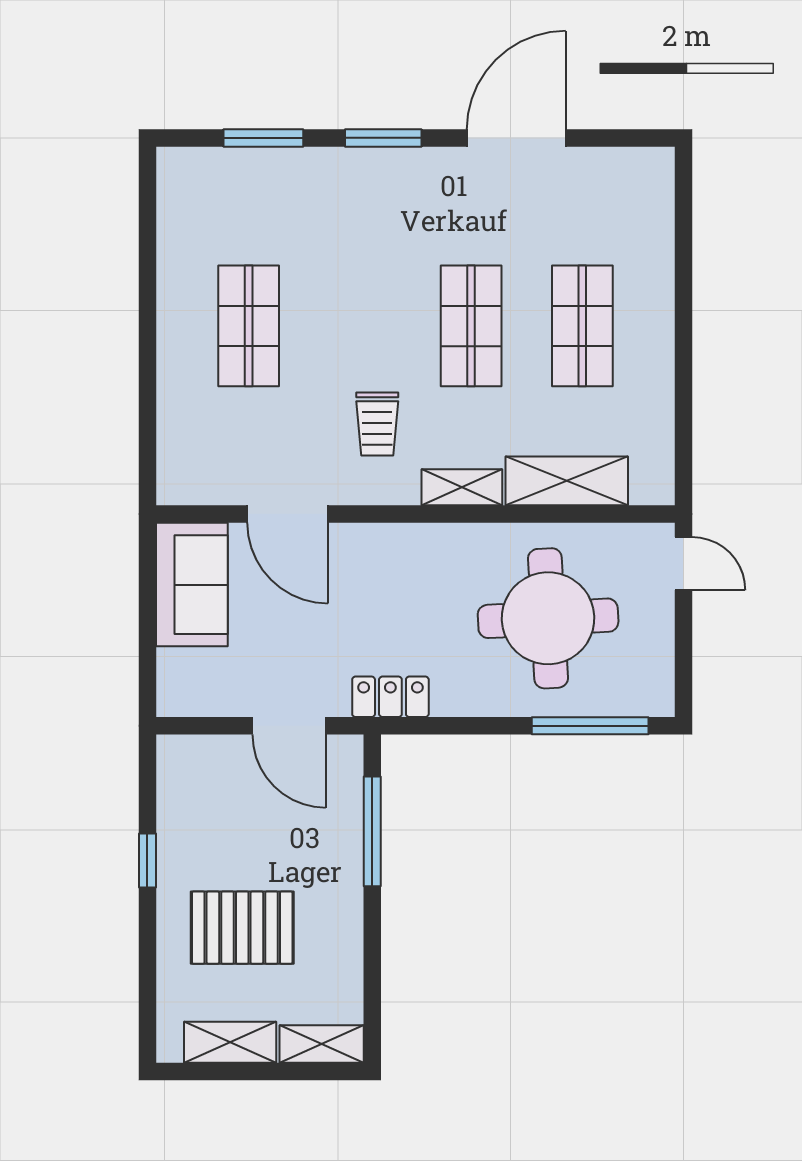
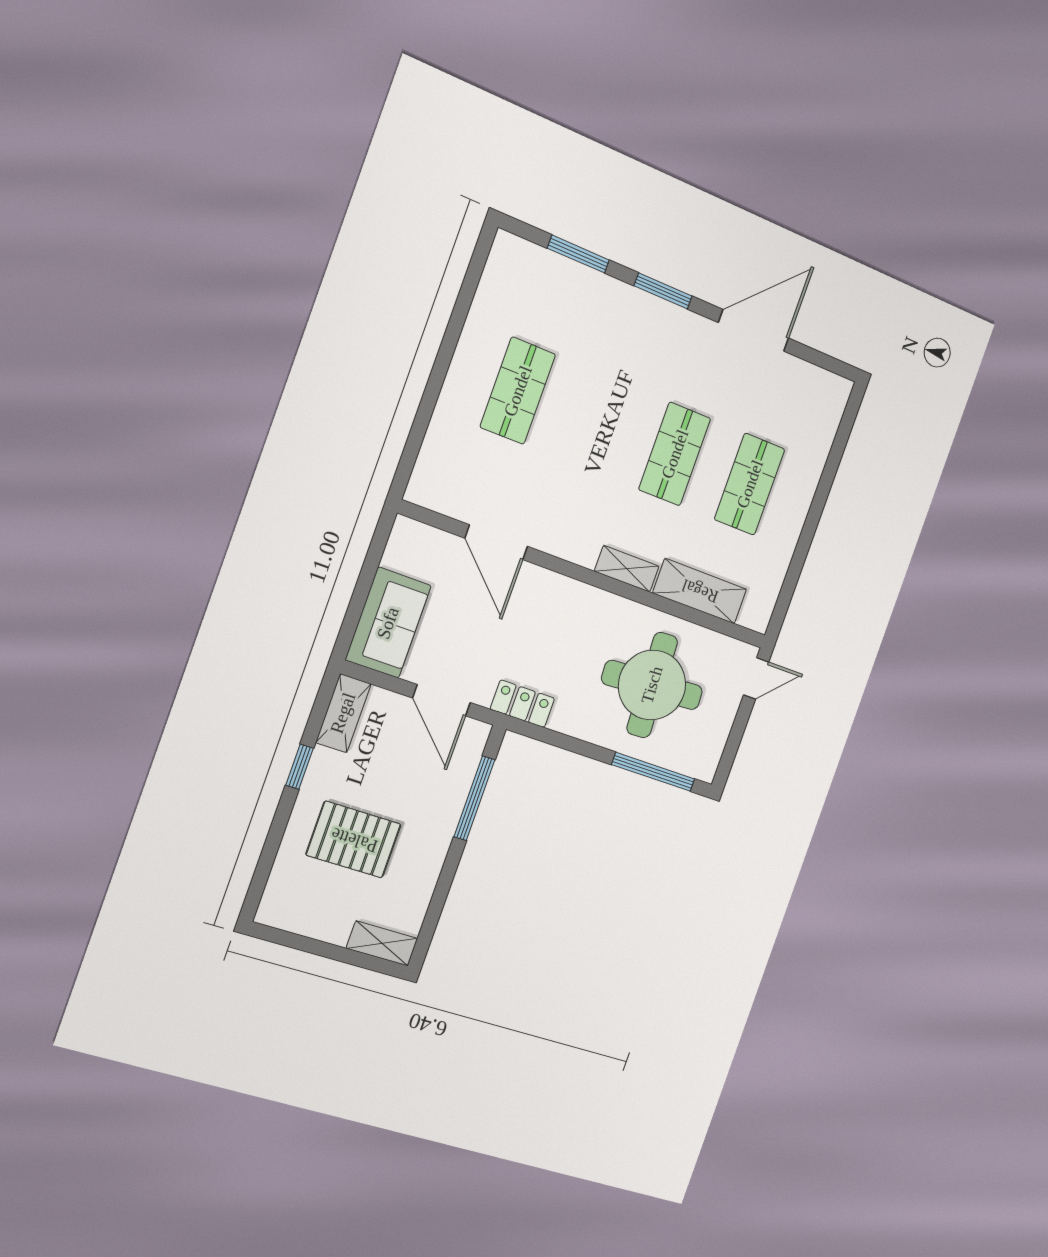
trolley: (377, 424) -> (584, 500), removed
door: (683, 563) -> (756, 678), hinge flipped
sofa: (192, 585) -> (388, 623), moved
shelving: (230, 1042) -> (343, 713), moved, turned 90

